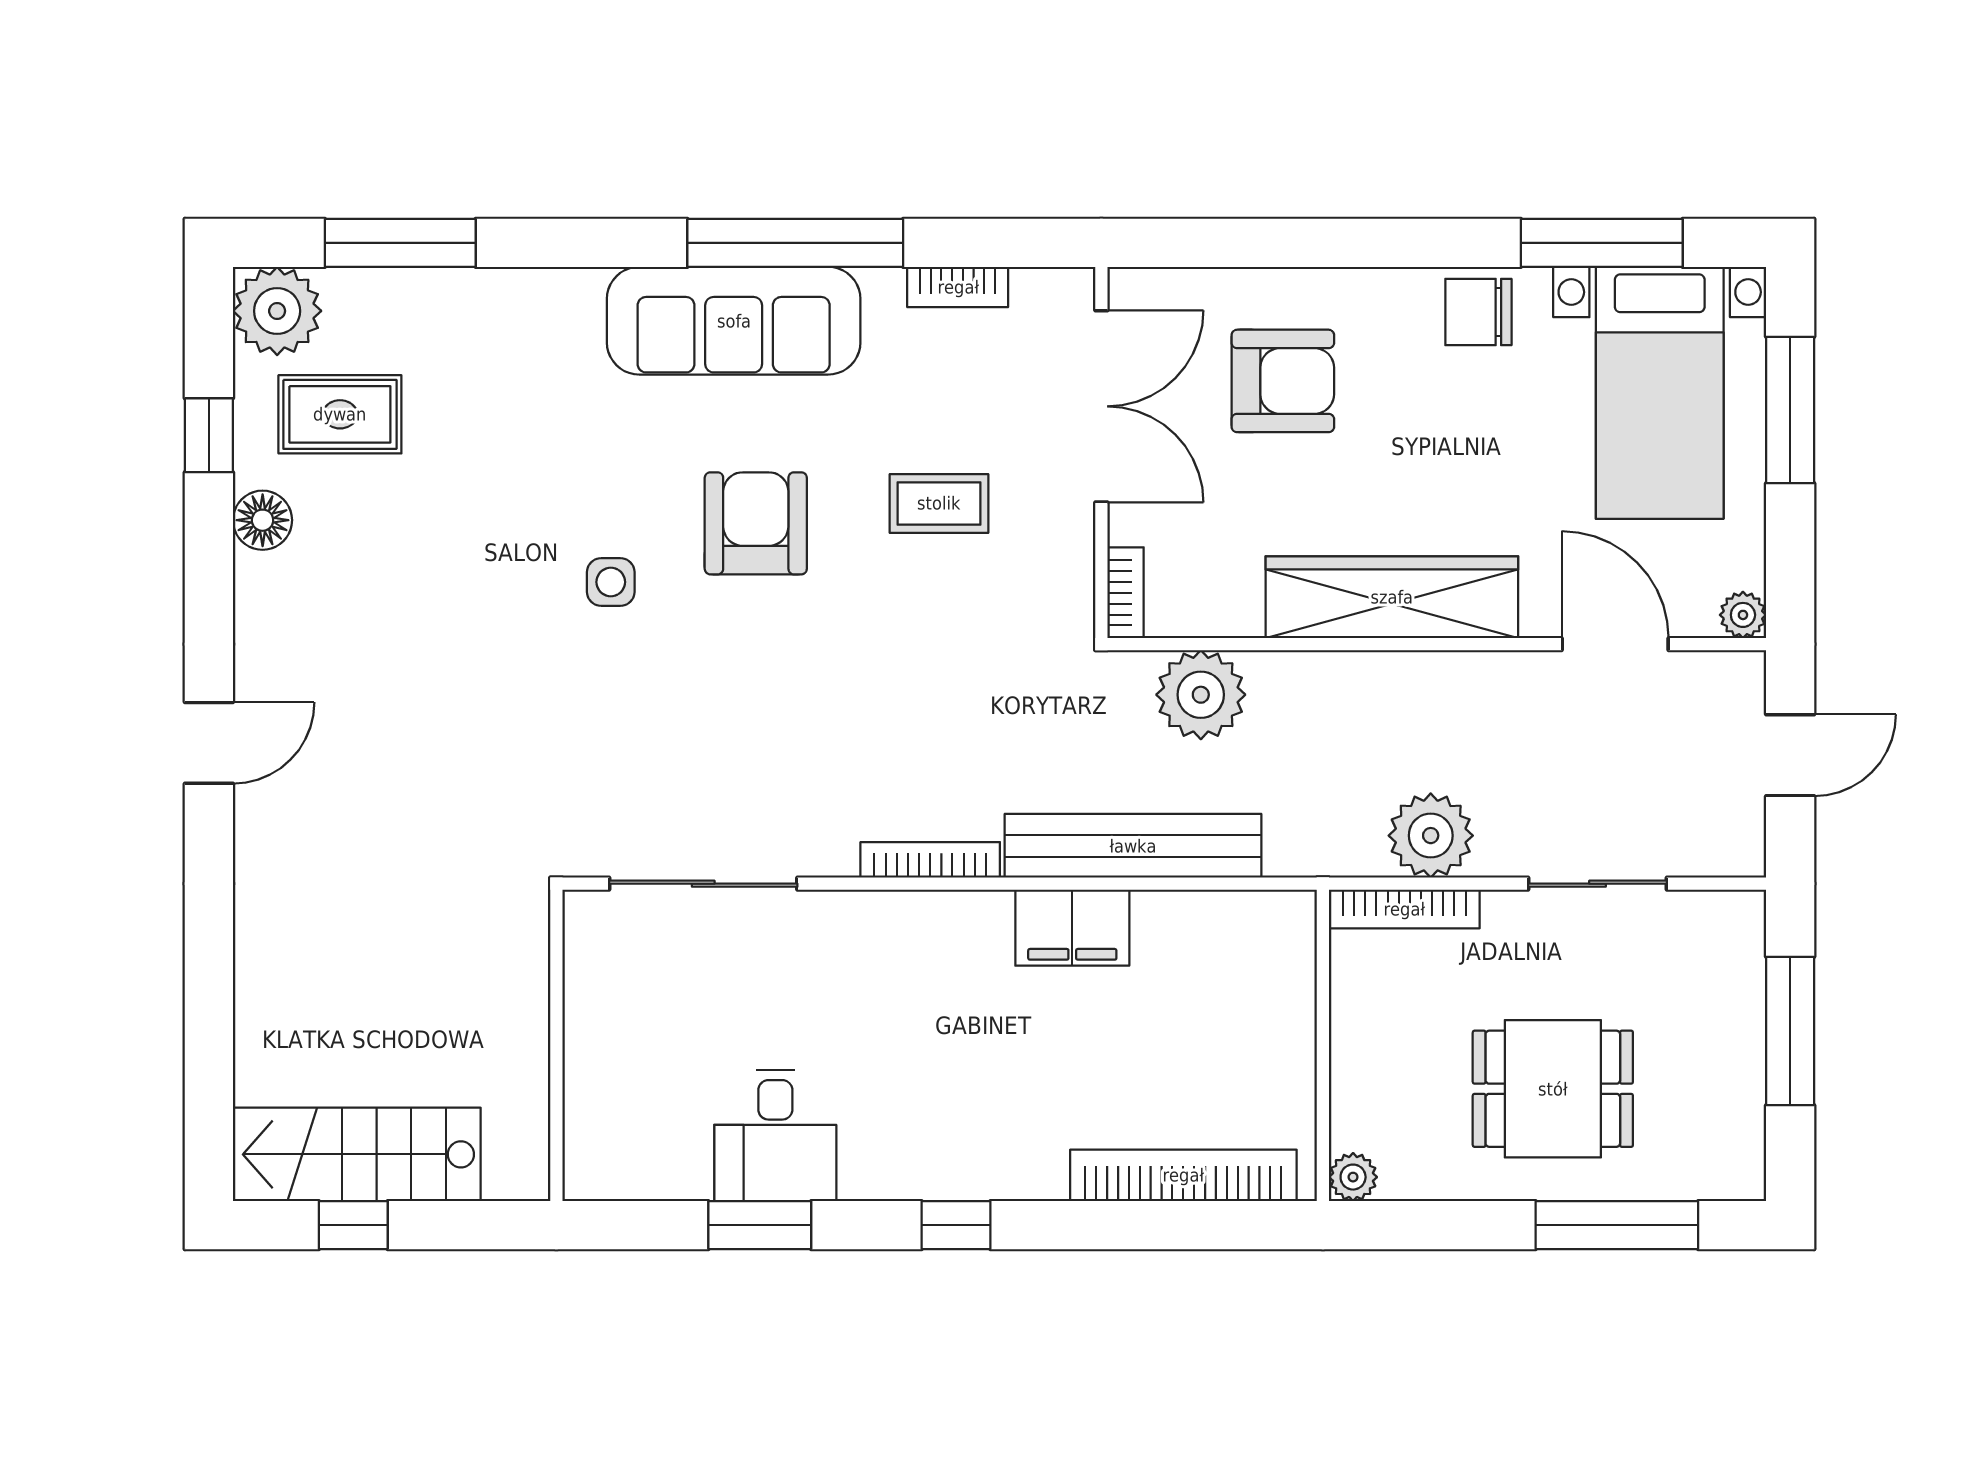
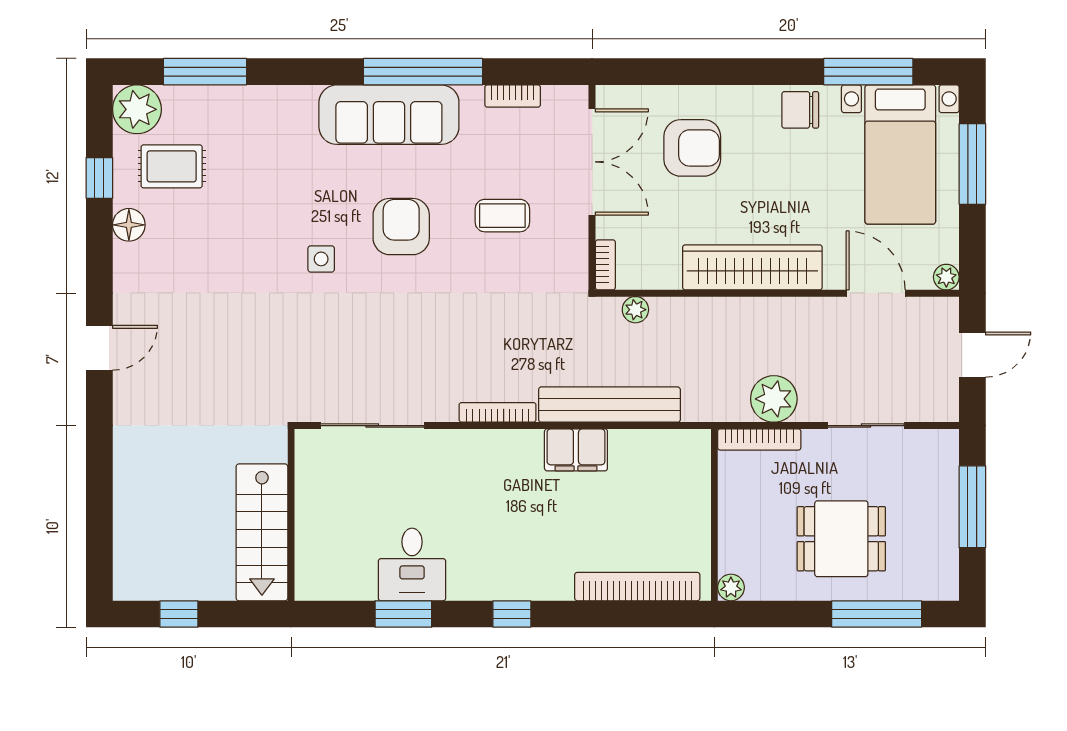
plant: (1201, 695) -> (635, 310), width x0.53, depth x0.53
stairs: (357, 1154) -> (262, 532), moved, turned -90

